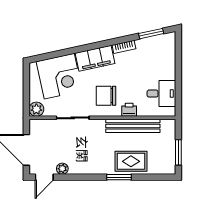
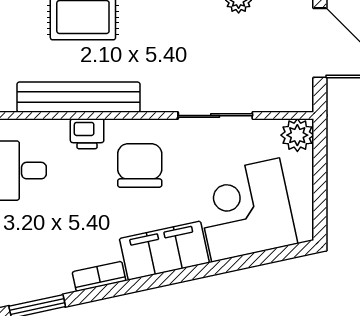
chair: (106, 96) -> (140, 165), turned -90

